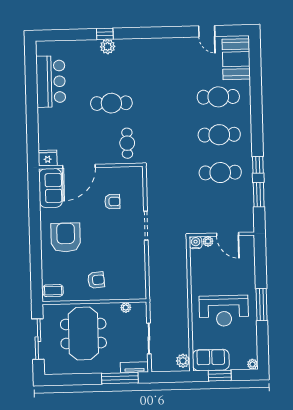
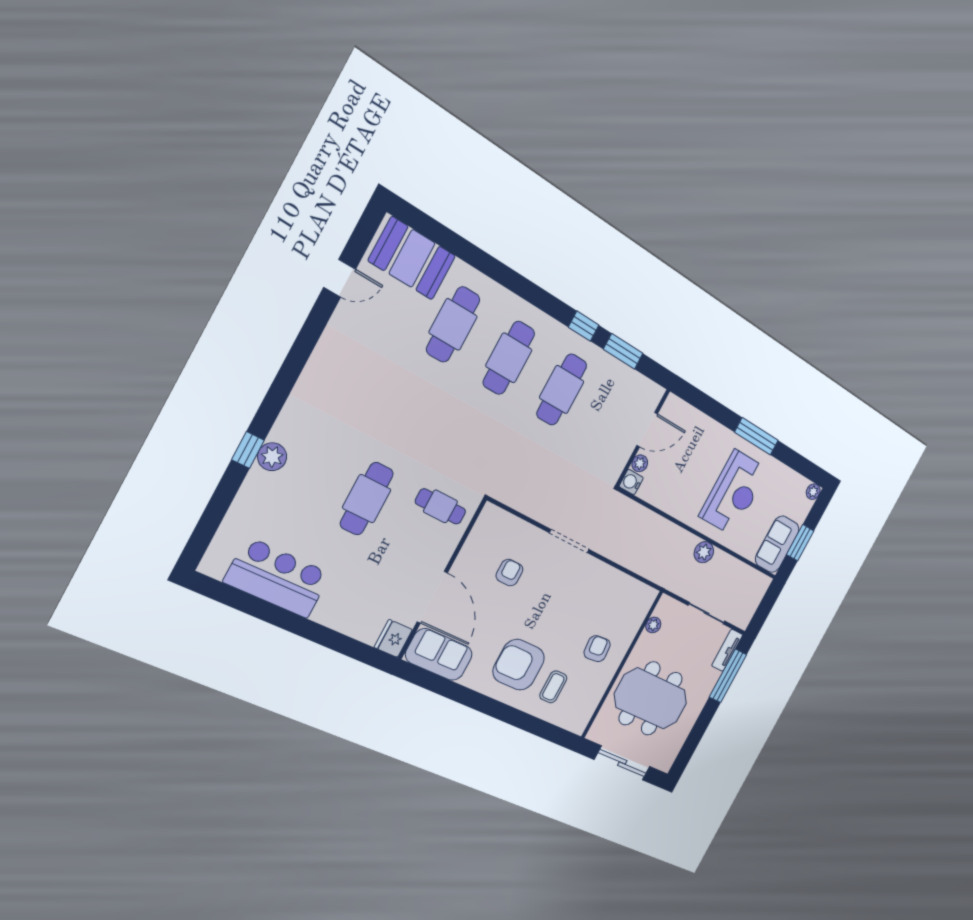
coffee table: (53, 291) -> (553, 687), moved
plant: (183, 361) -> (704, 552), moved

